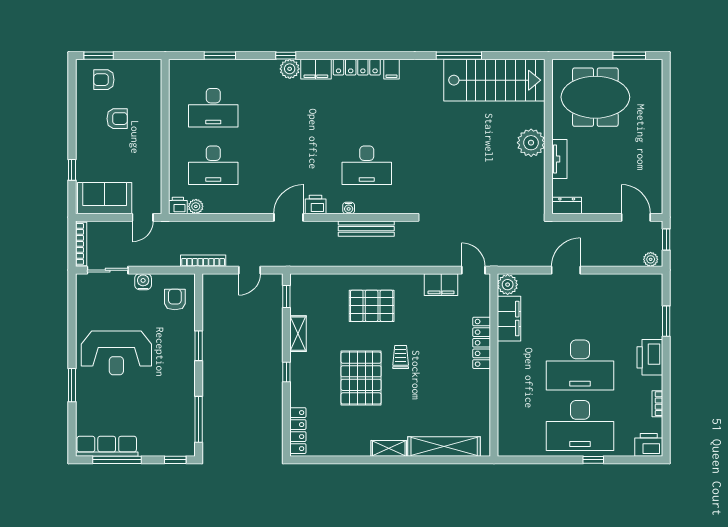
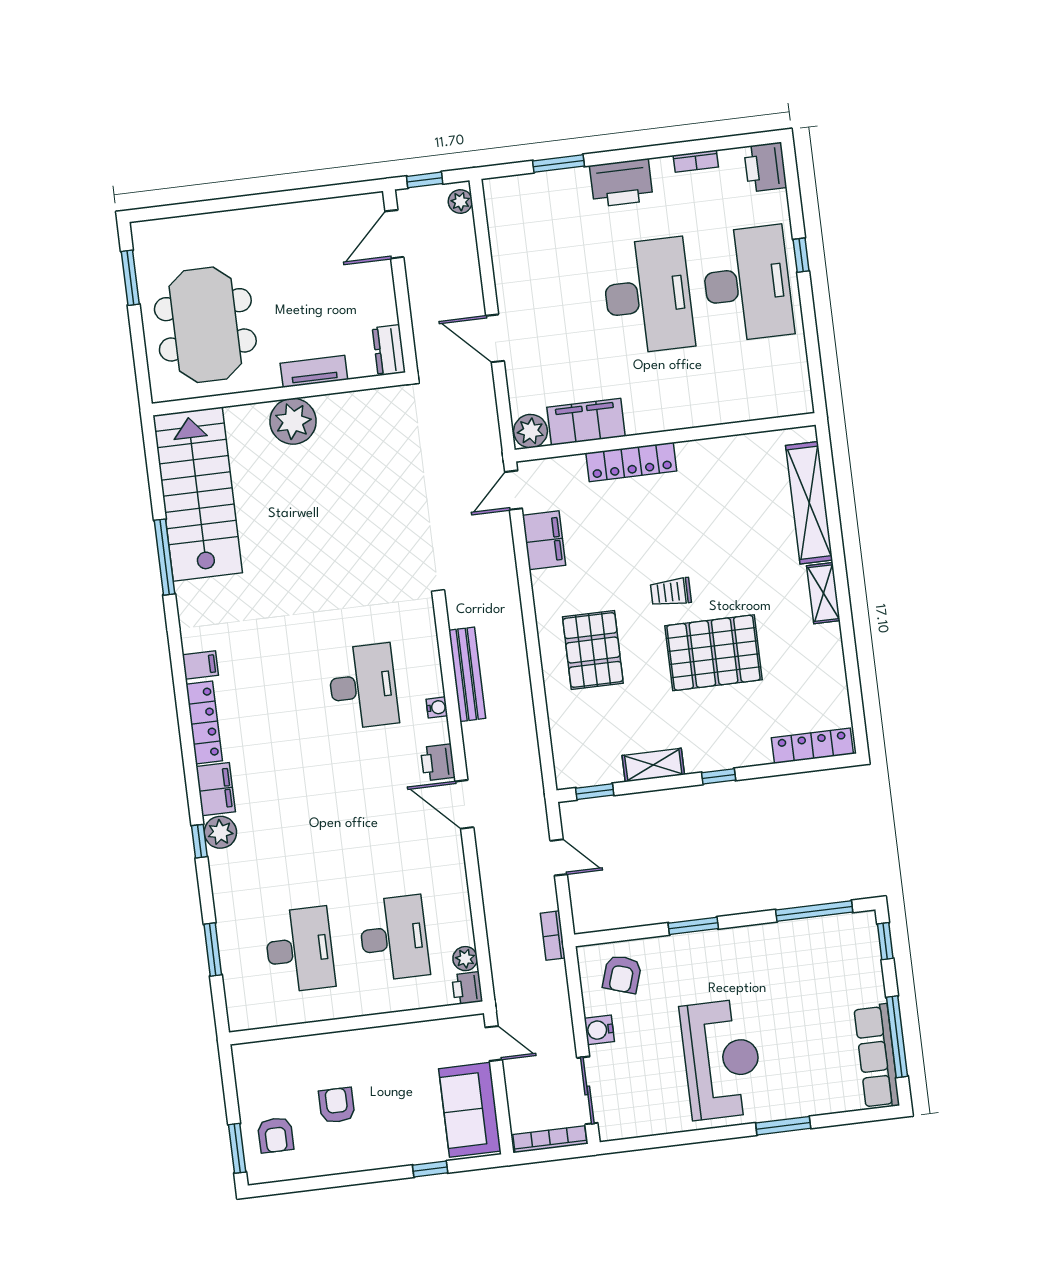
bookcase: (203, 261) -> (553, 936), width x0.64
armchair: (175, 300) -> (622, 974), turned -72

